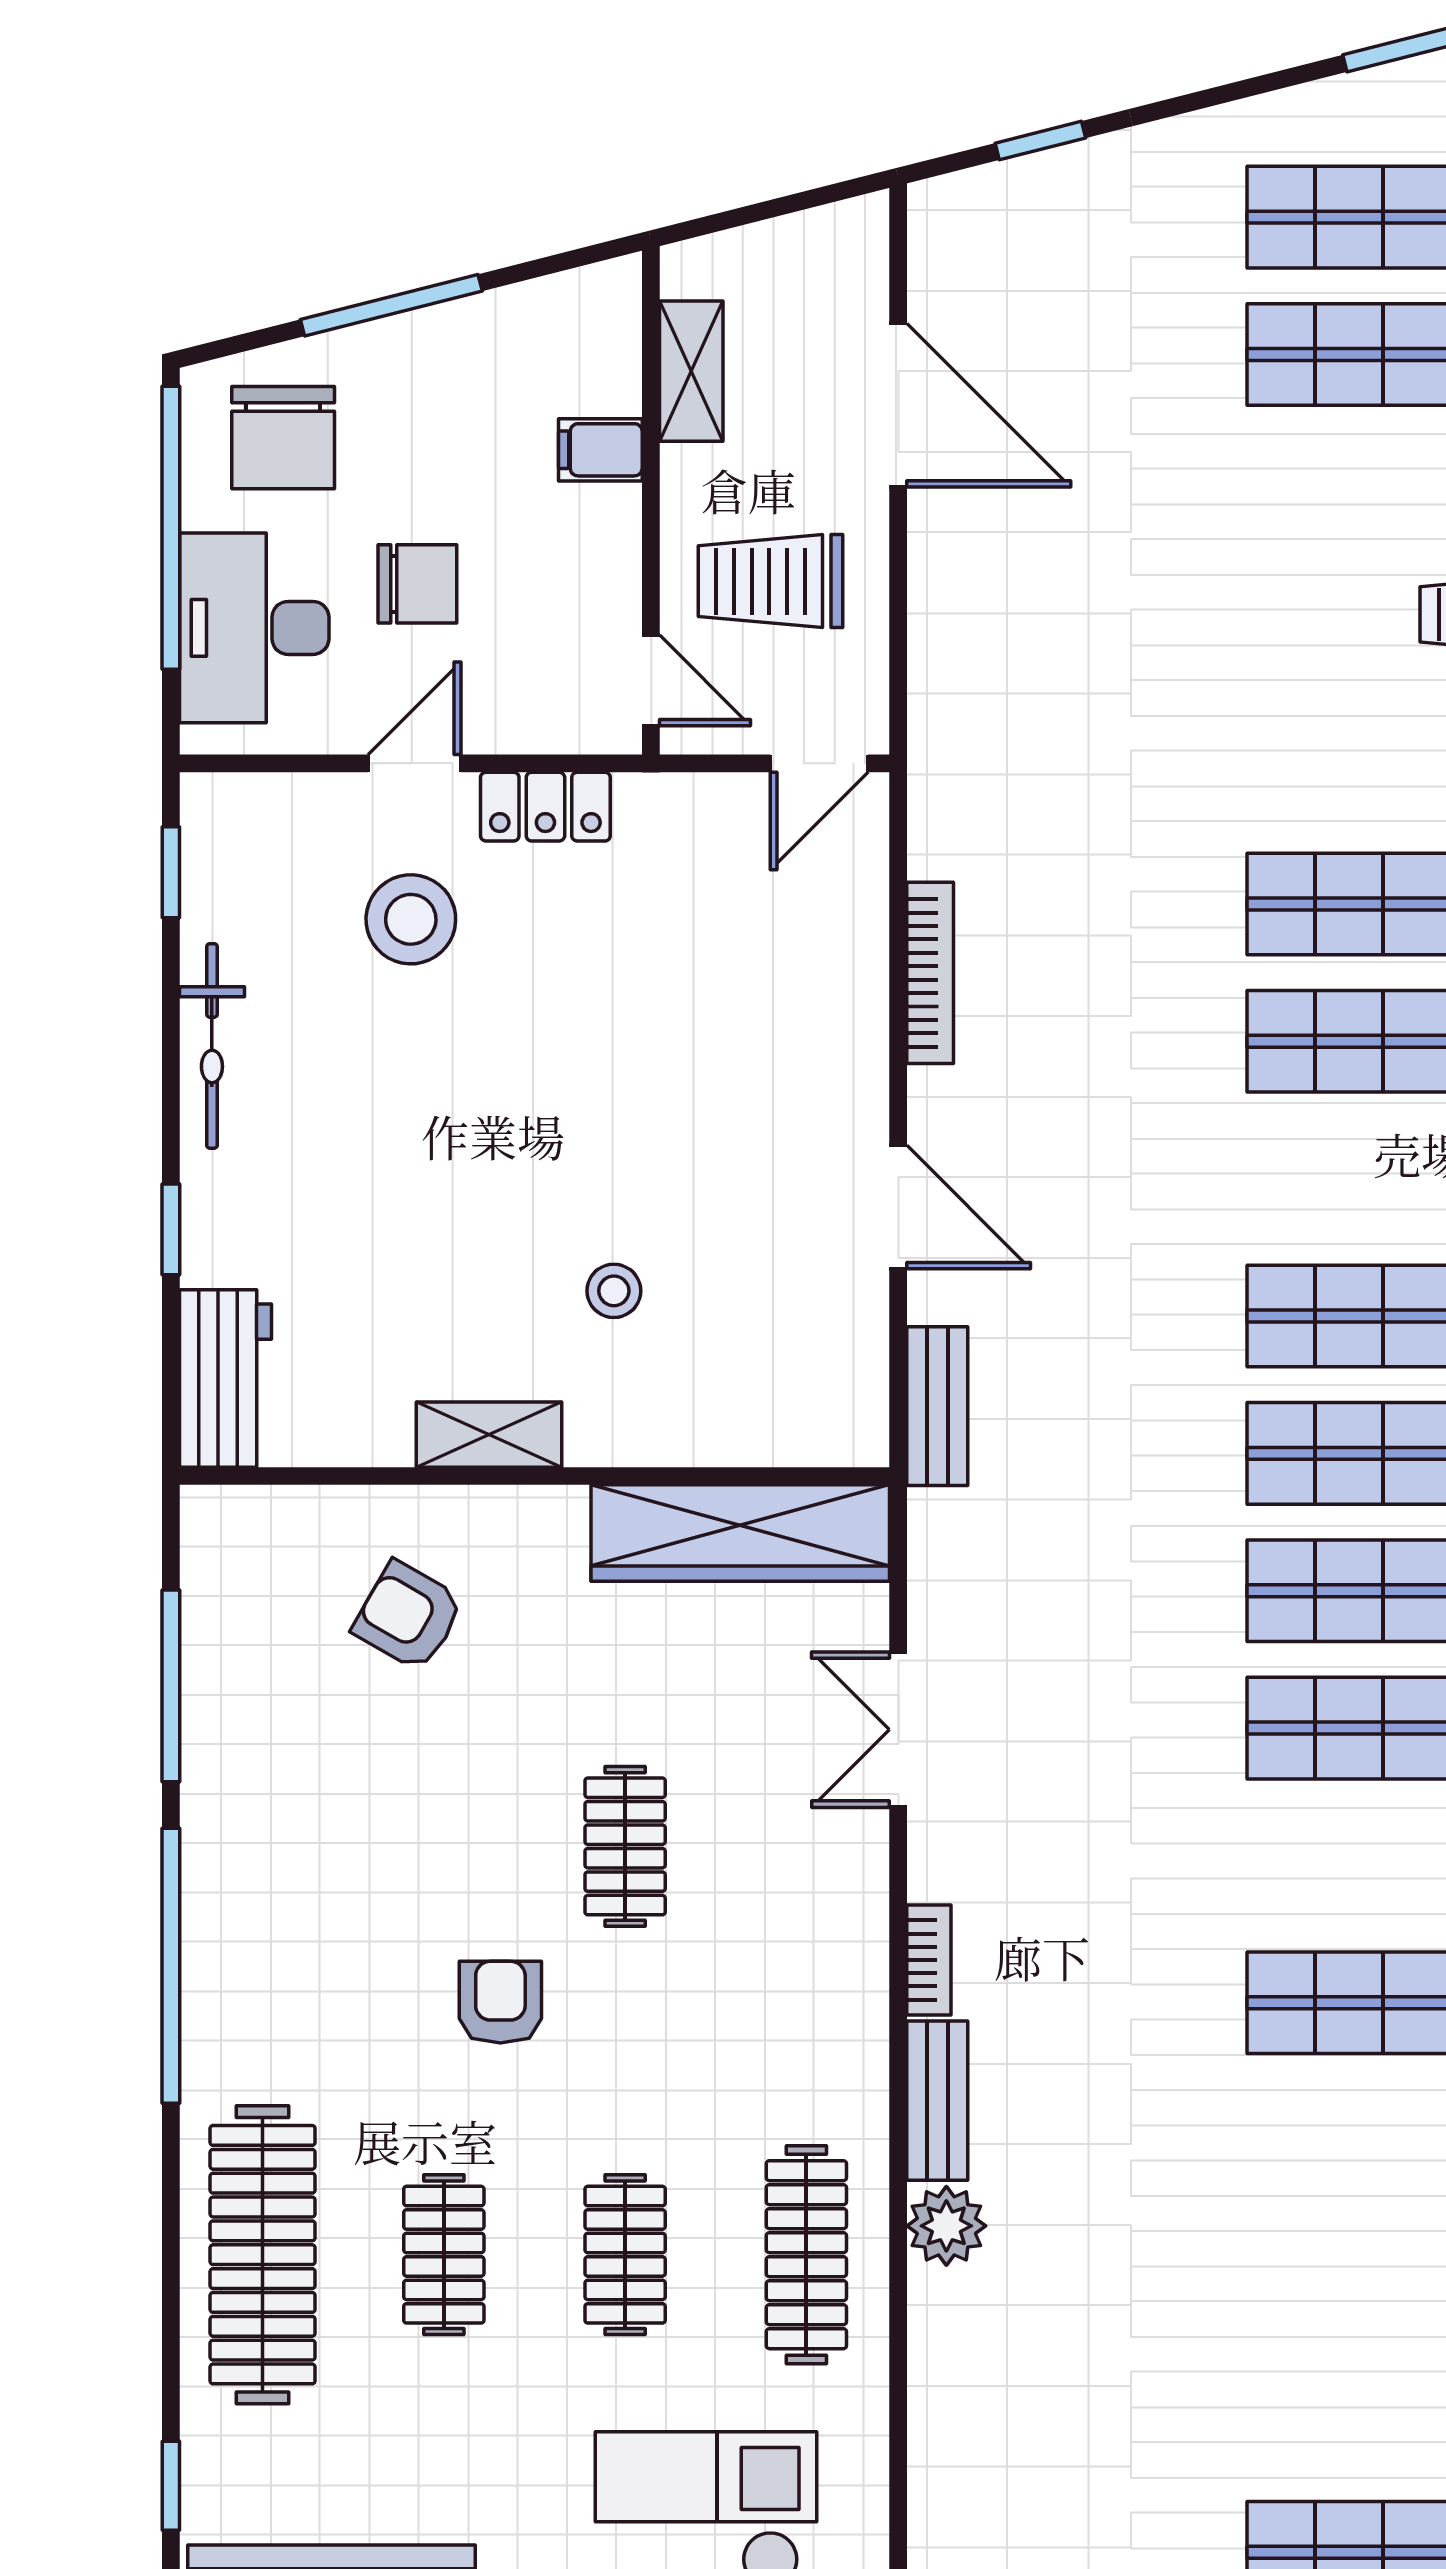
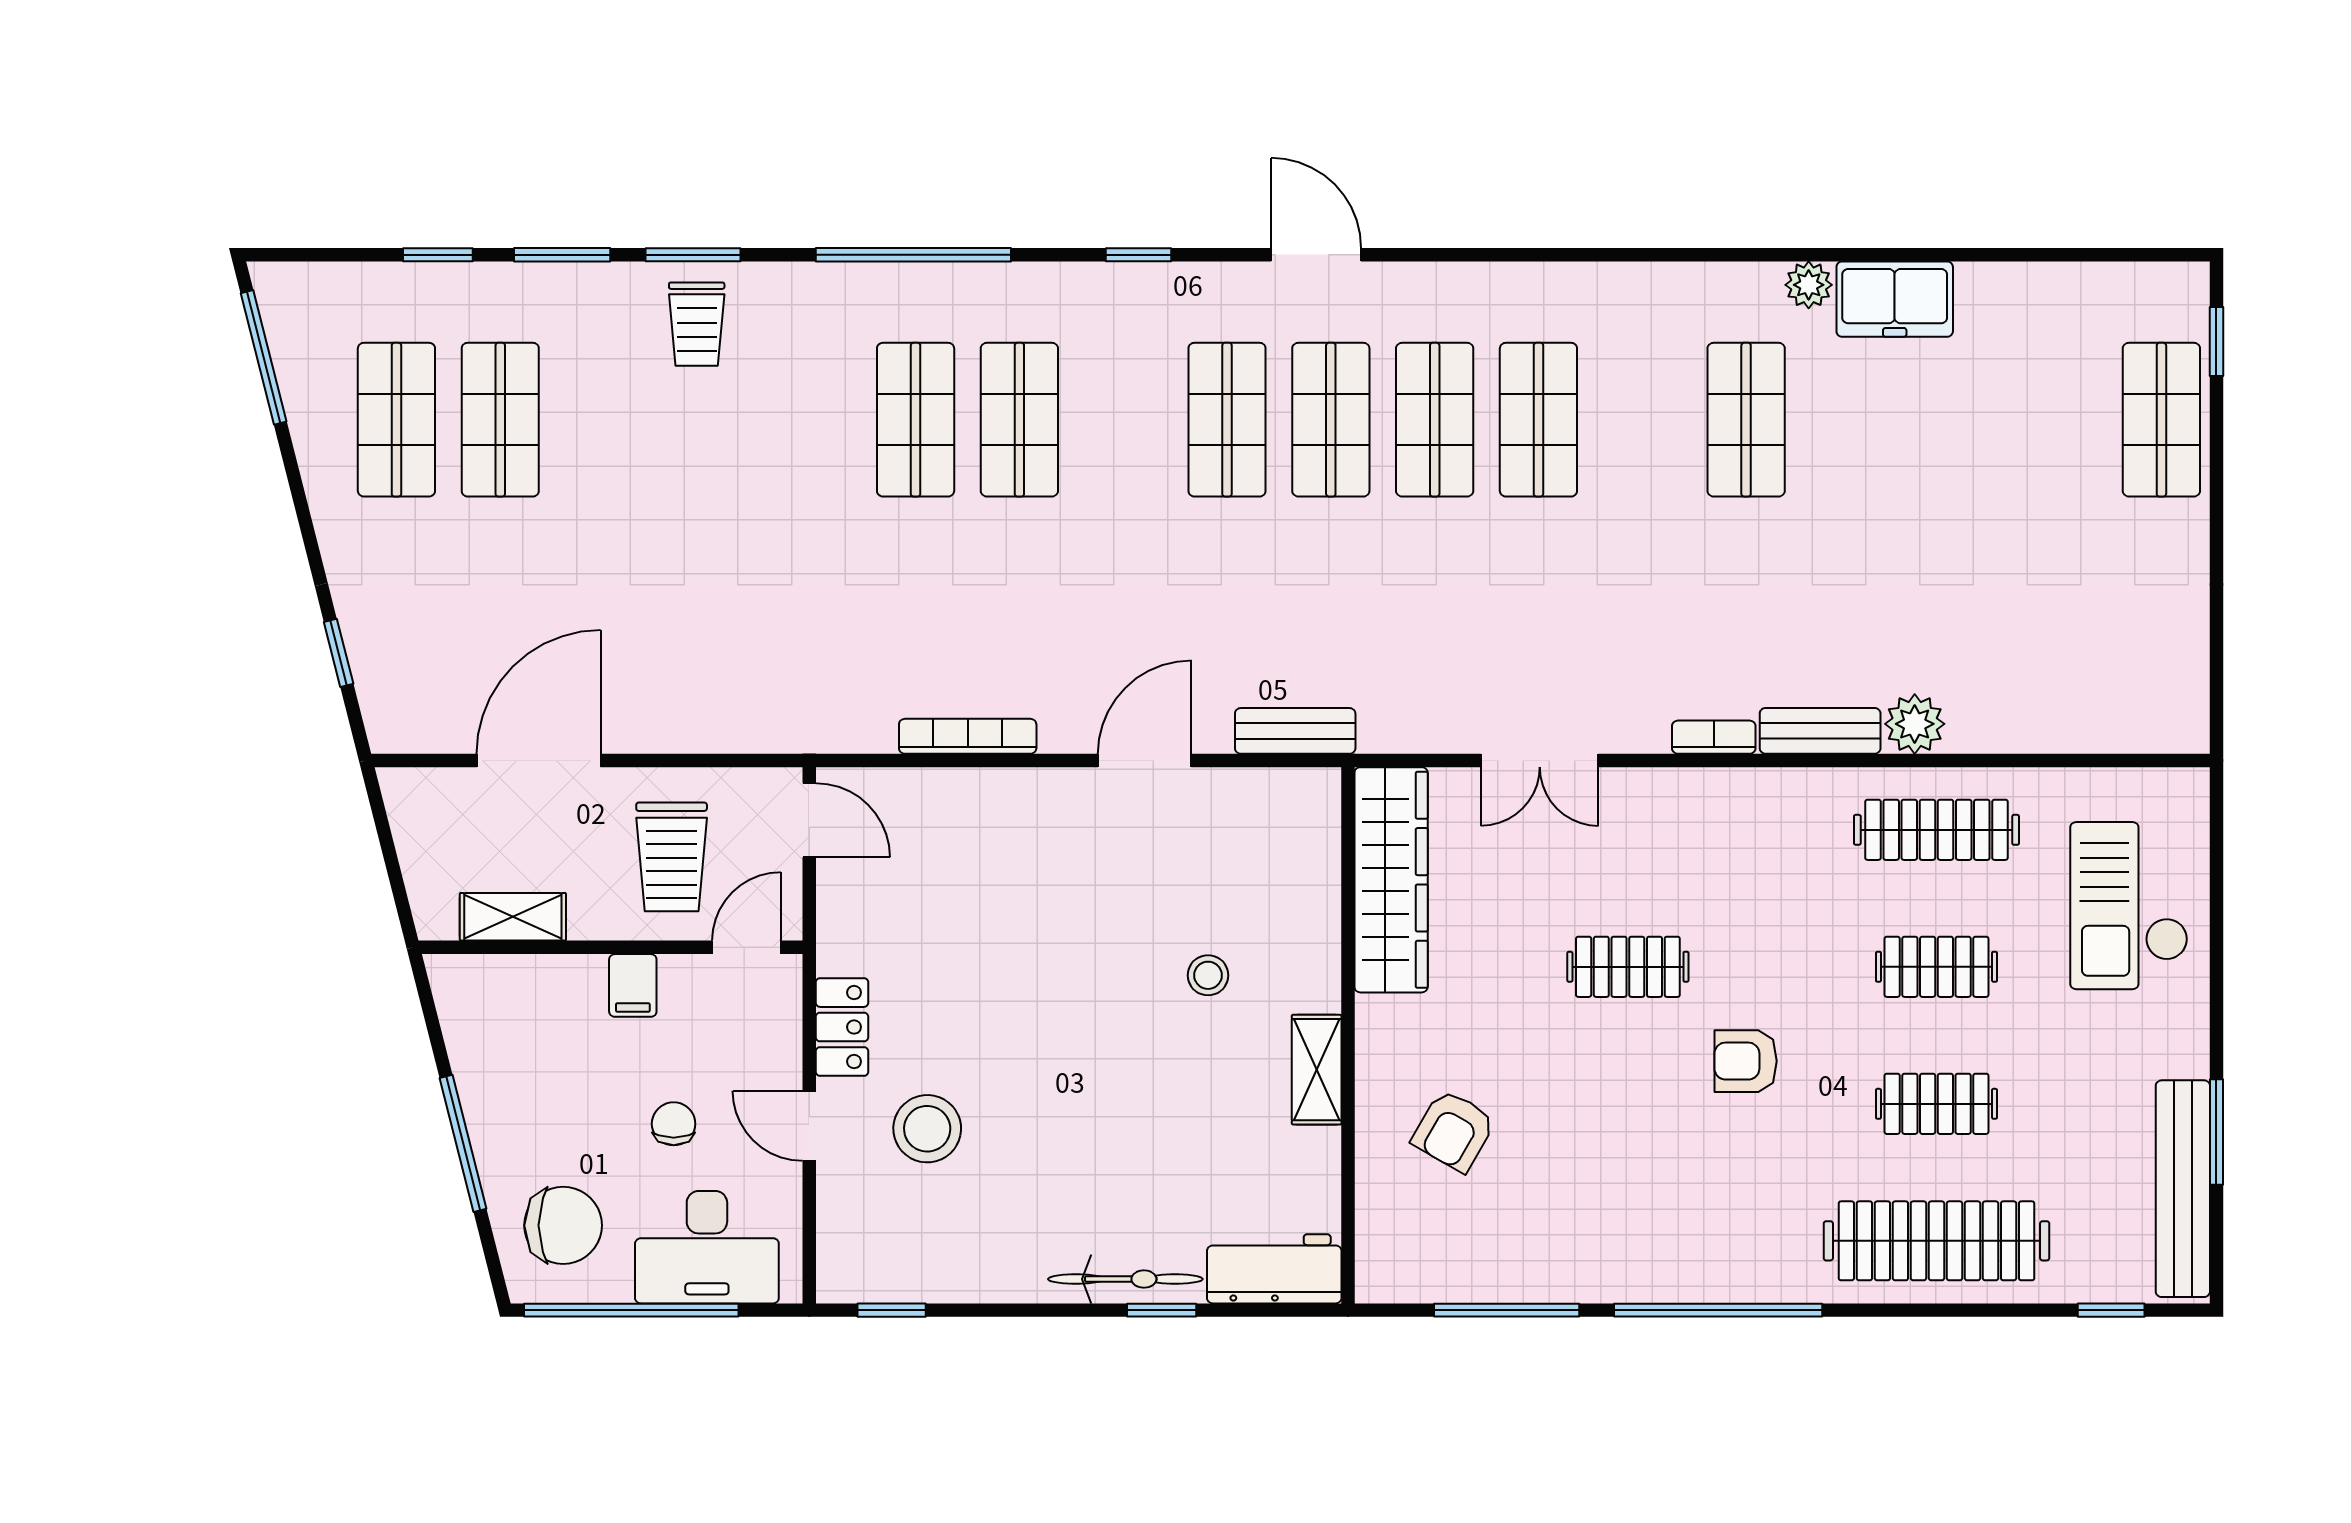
filing cabinet: (600, 450) -> (633, 985), moved
chair: (417, 584) -> (674, 1124), width x0.73, depth x0.73
bicycle: (212, 1046) -> (1125, 1279), moved

